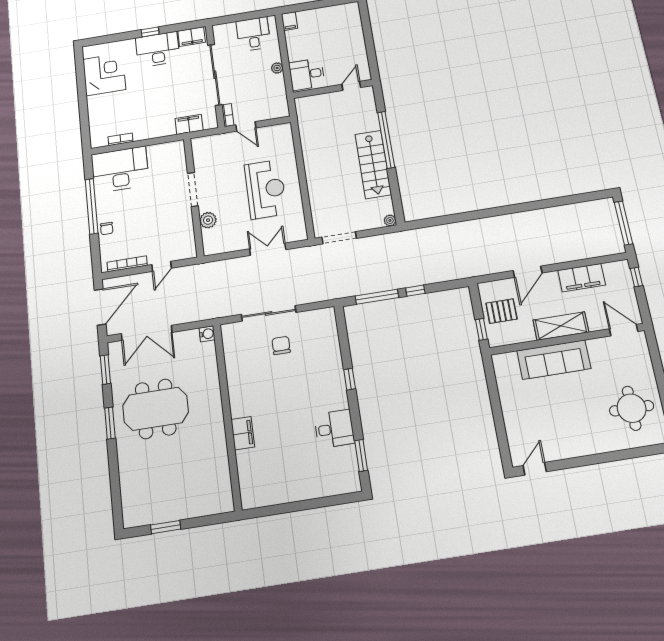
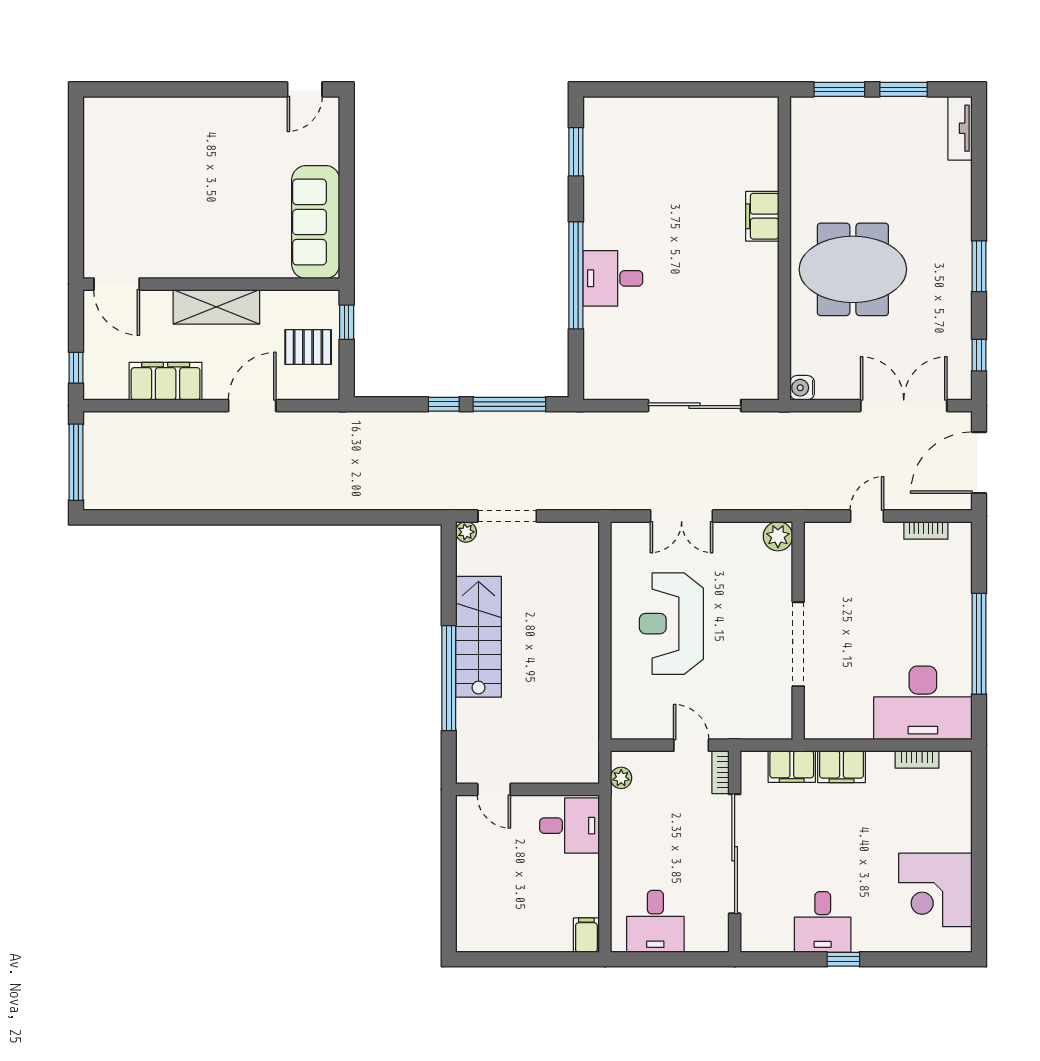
filing cabinet: (192, 37) -> (841, 767), moved, turned 180
desk: (158, 49) -> (823, 922), width x0.73
plant: (277, 68) -> (621, 778), moved
door: (351, 86) -> (494, 789), hinge flipped
doorway: (193, 190) -> (798, 644), width x1.36
plant: (208, 220) -> (778, 536), moved
chair: (107, 228) -> (956, 599), removed
doorway: (339, 238) -> (507, 516), moved
bookcase: (127, 264) -> (926, 530), width x0.64
chair: (281, 345) -> (681, 349), removed
sofa: (554, 360) -> (316, 222), moved, turned -90
window: (105, 370) -> (979, 355), width x0.67
window: (350, 379) -> (576, 275), width x3.17
round table: (632, 408) -> (133, 158), removed
meeting table: (156, 409) -> (853, 269), moved
desk: (334, 429) -> (613, 278), moved
tv unit: (129, 507) -> (960, 128), added
window: (205, 521) -> (839, 89), added

